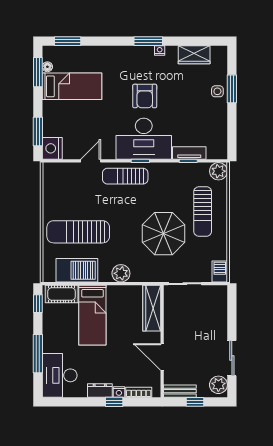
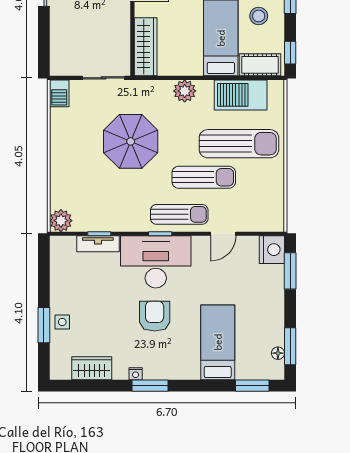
bed: (72, 86) -> (218, 342), moved, turned 90
sun lounger: (203, 211) -> (204, 177), moved, turned 90
stool: (63, 332) -> (259, 16), added

